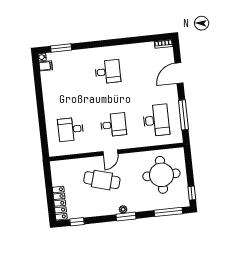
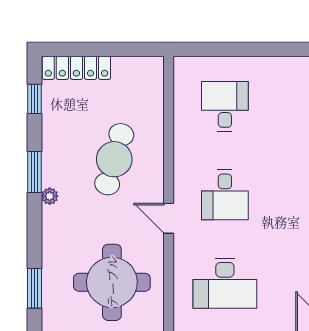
door: (110, 153) -> (169, 218), moved
window: (168, 212) -> (34, 288), width x0.69
window: (126, 217) -> (34, 172), moved

